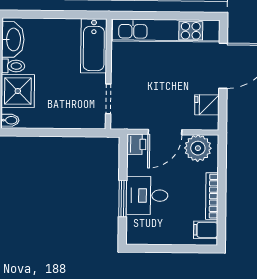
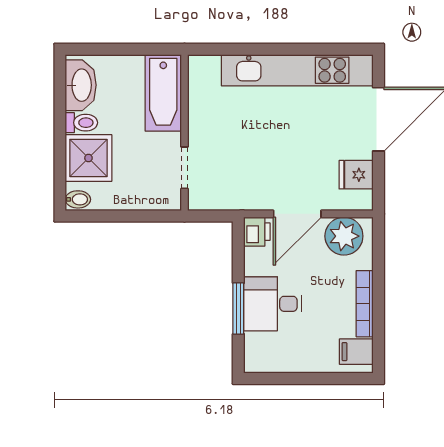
bathtub: (94, 46) -> (163, 93), moved
wall: (109, 74) -> (185, 133), moved
doorway: (108, 99) -> (185, 168), moved

